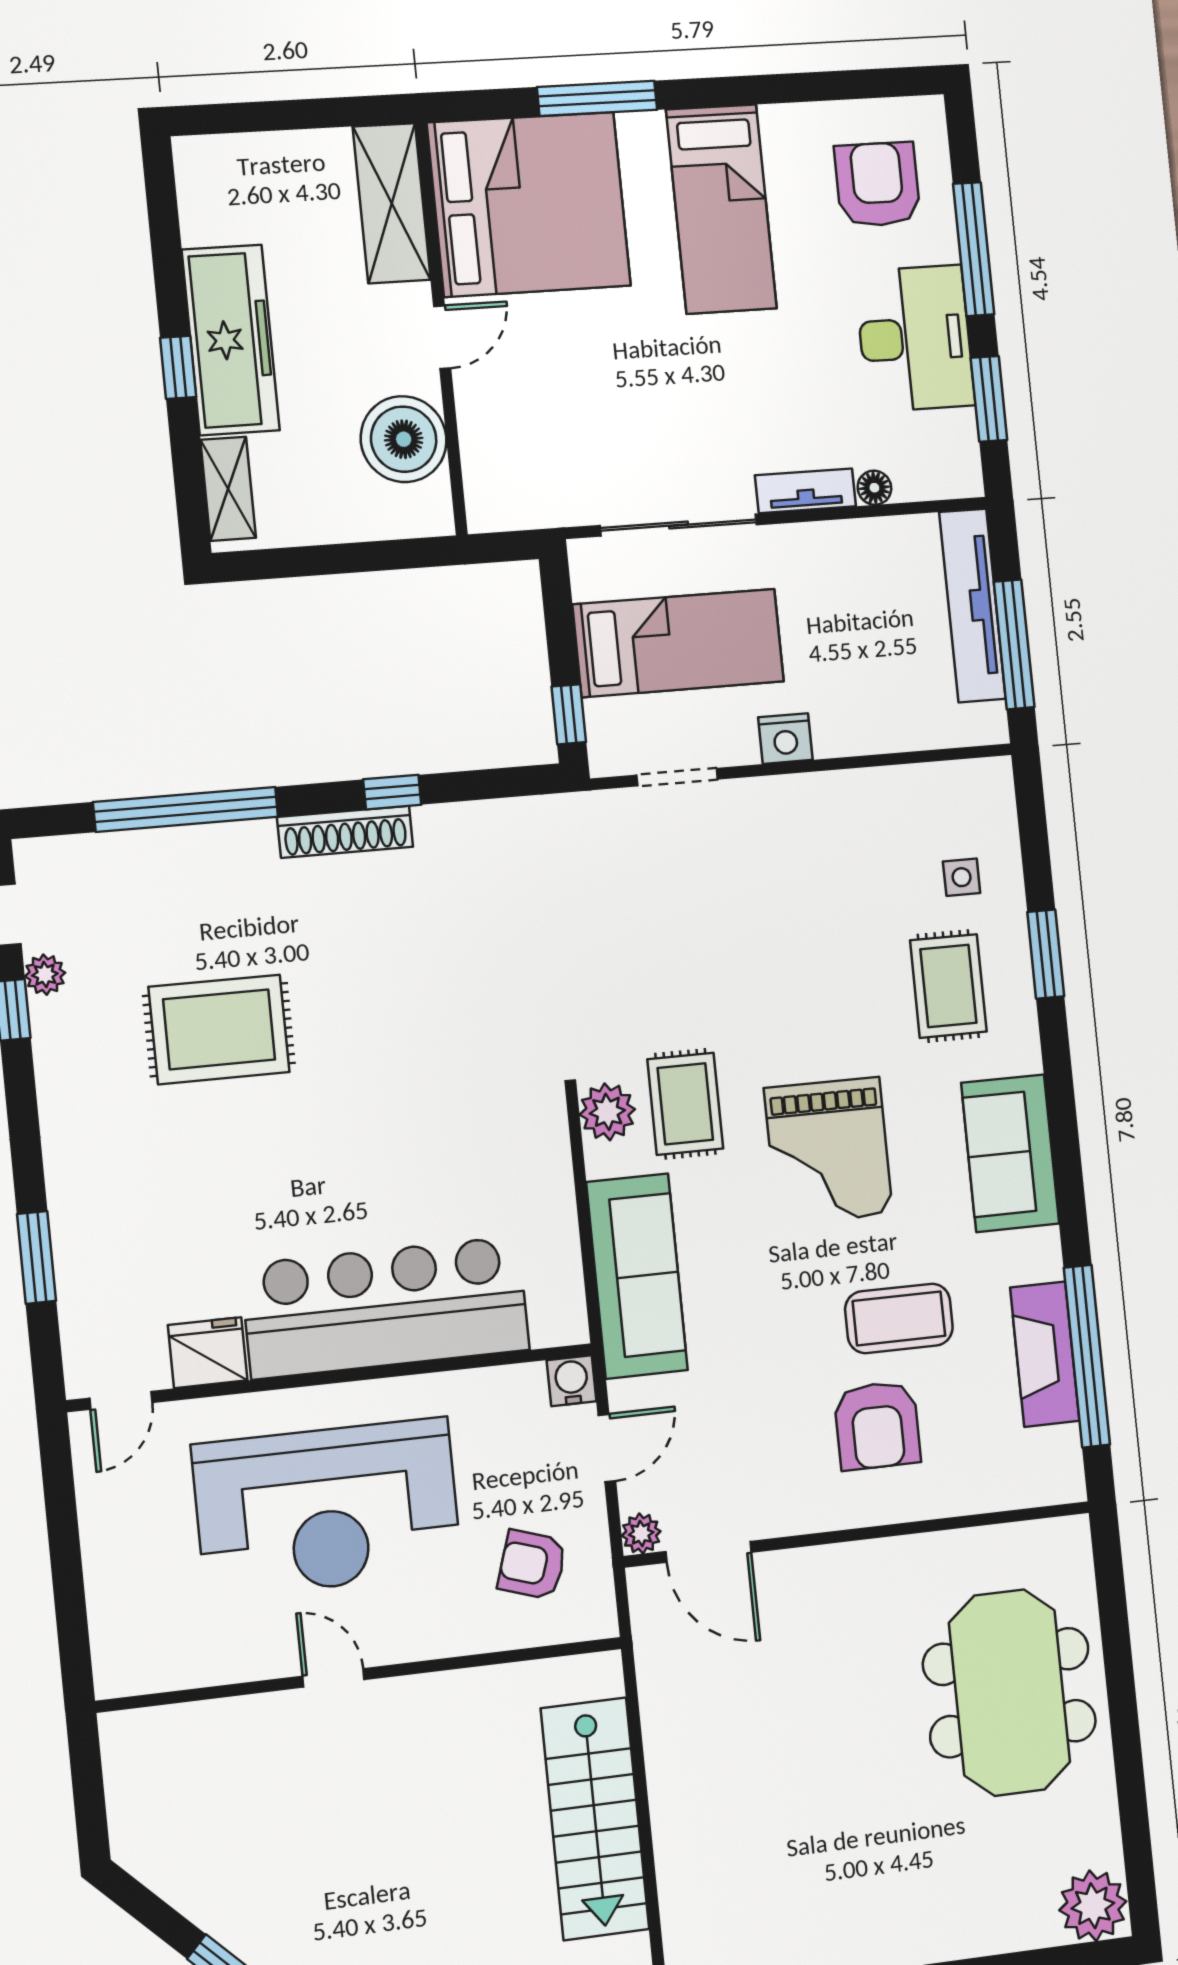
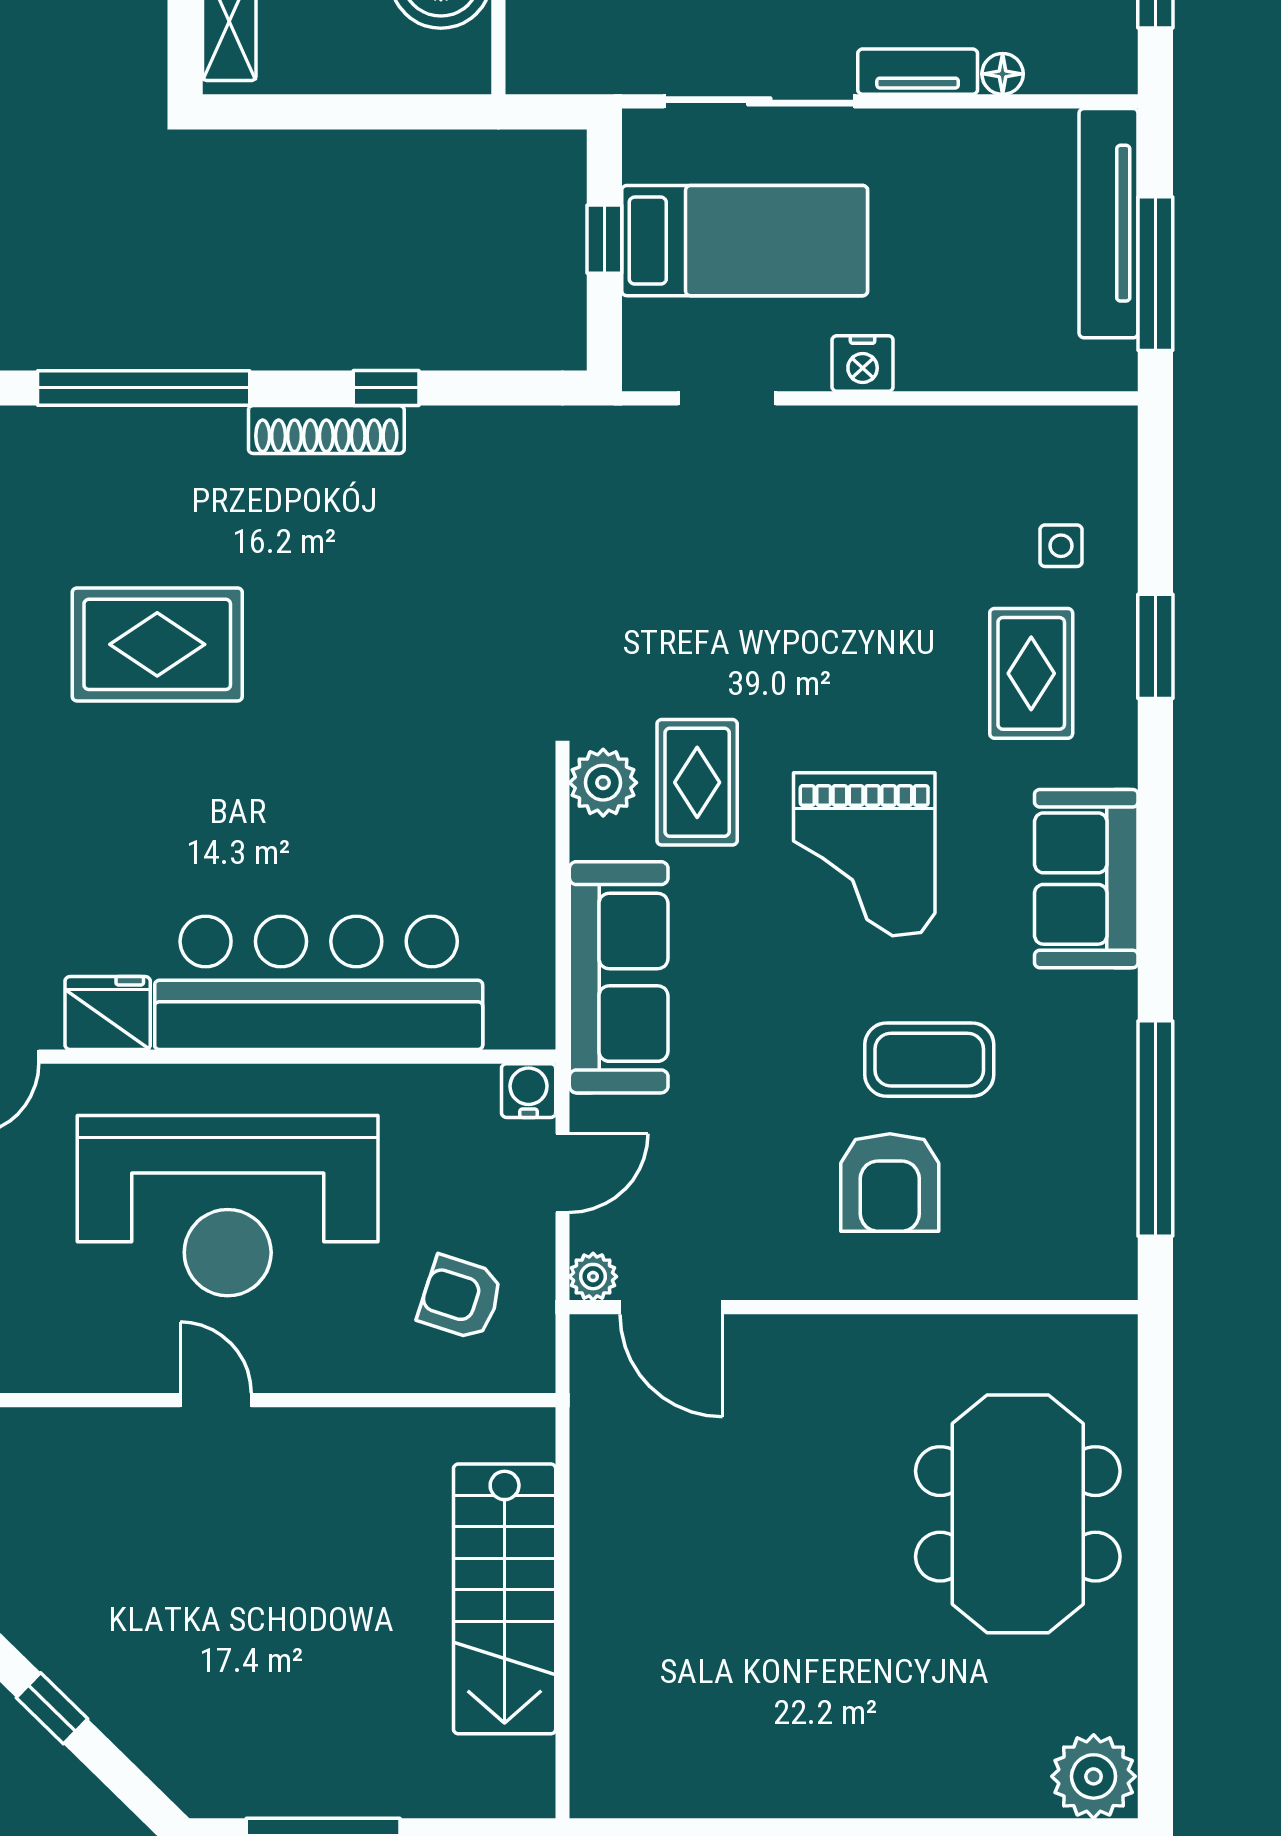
window: (569, 714) -> (604, 239), moved
fireplace: (1045, 1354) -> (1104, 1121), removed

